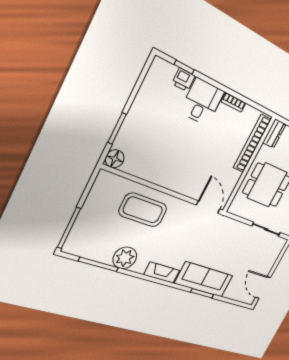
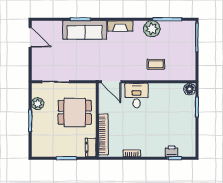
desk: (202, 102) -> (137, 96), moved, turned 180
coffee table: (143, 210) -> (156, 64), width x0.54, depth x0.58

